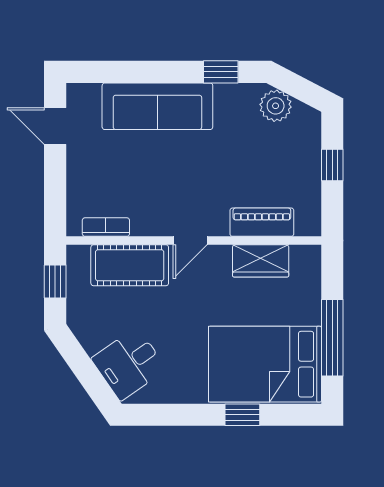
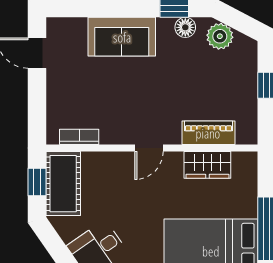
floor lamp: (234, 95) -> (185, 27), added
sofa: (157, 106) -> (122, 37), width x0.73
cot: (130, 265) -> (63, 184), moved, turned 90

